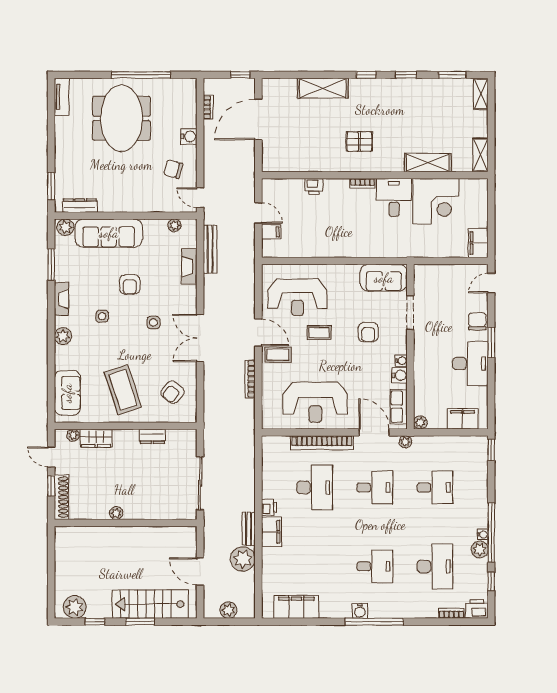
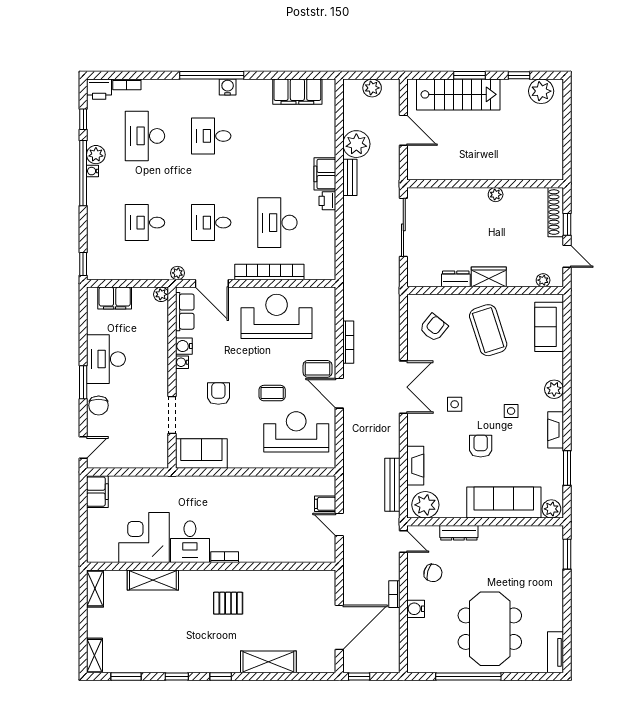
bookcase: (208, 107) -> (394, 594), moved
printer: (314, 186) -> (278, 554), removed
dresser: (80, 206) -> (459, 533), moved
plant: (174, 225) -> (425, 505), width x1.88, depth x1.88
wardrobe: (96, 438) -> (489, 277), moved

